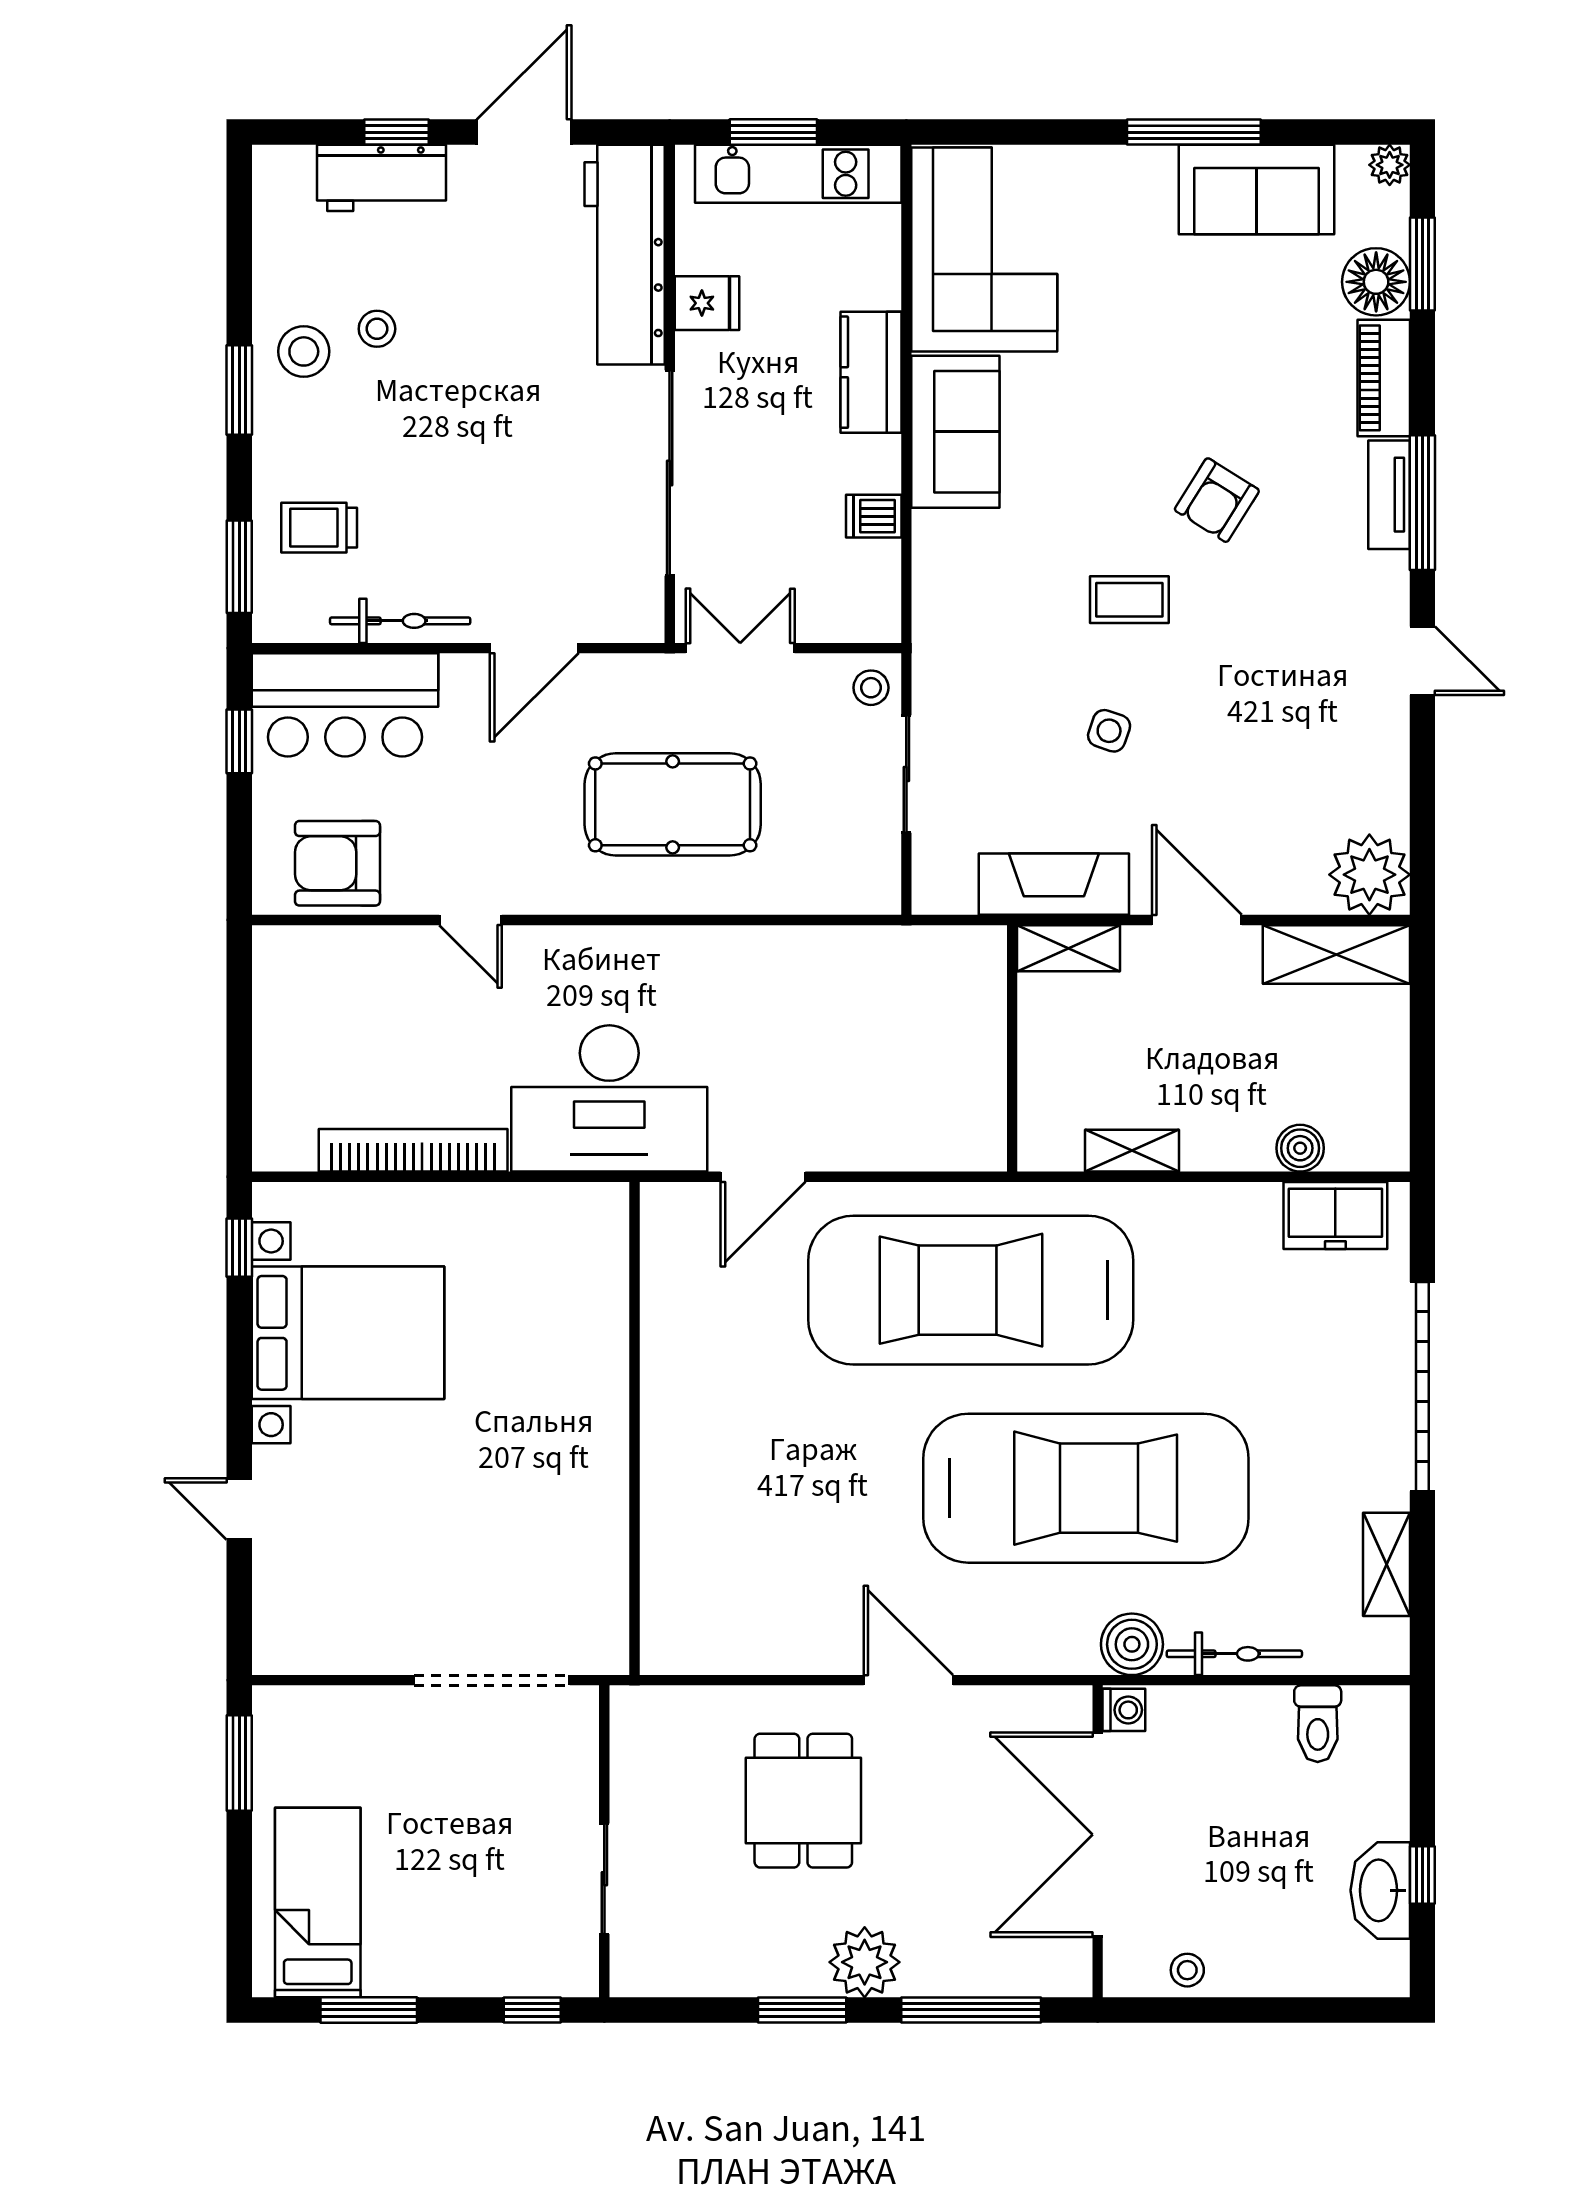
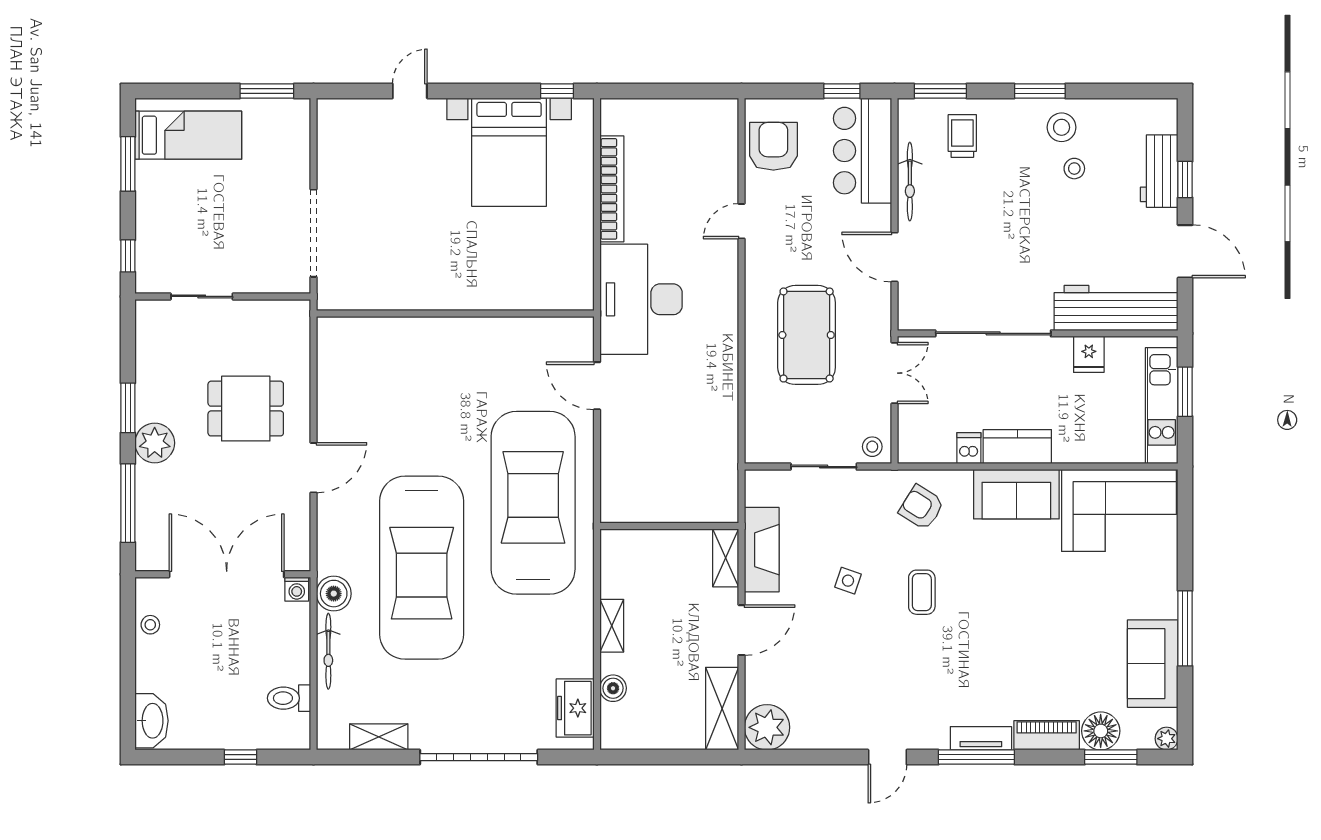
kitchen counter: (871, 372) -> (1017, 447), moved
armchair: (1217, 500) -> (921, 507), moved
shelving: (1132, 1151) -> (612, 626), moved
window: (1422, 1875) -> (240, 757), moved
washbasin: (1380, 1890) -> (152, 721), moved, turned 90

